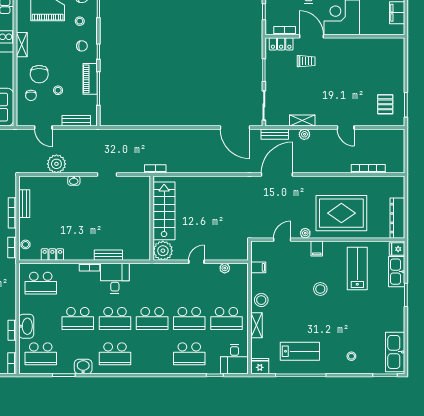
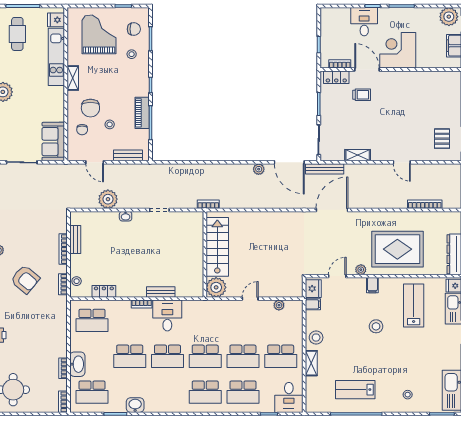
chair: (82, 46) -> (134, 79), removed
bench: (275, 134) -> (325, 169), width x1.36
plant: (304, 134) -> (259, 169), moved
lab bench: (300, 351) -> (355, 390), turned 180
school desk: (115, 354) -> (205, 392), moved
fridge: (260, 366) -> (313, 289), moved, turned 90

